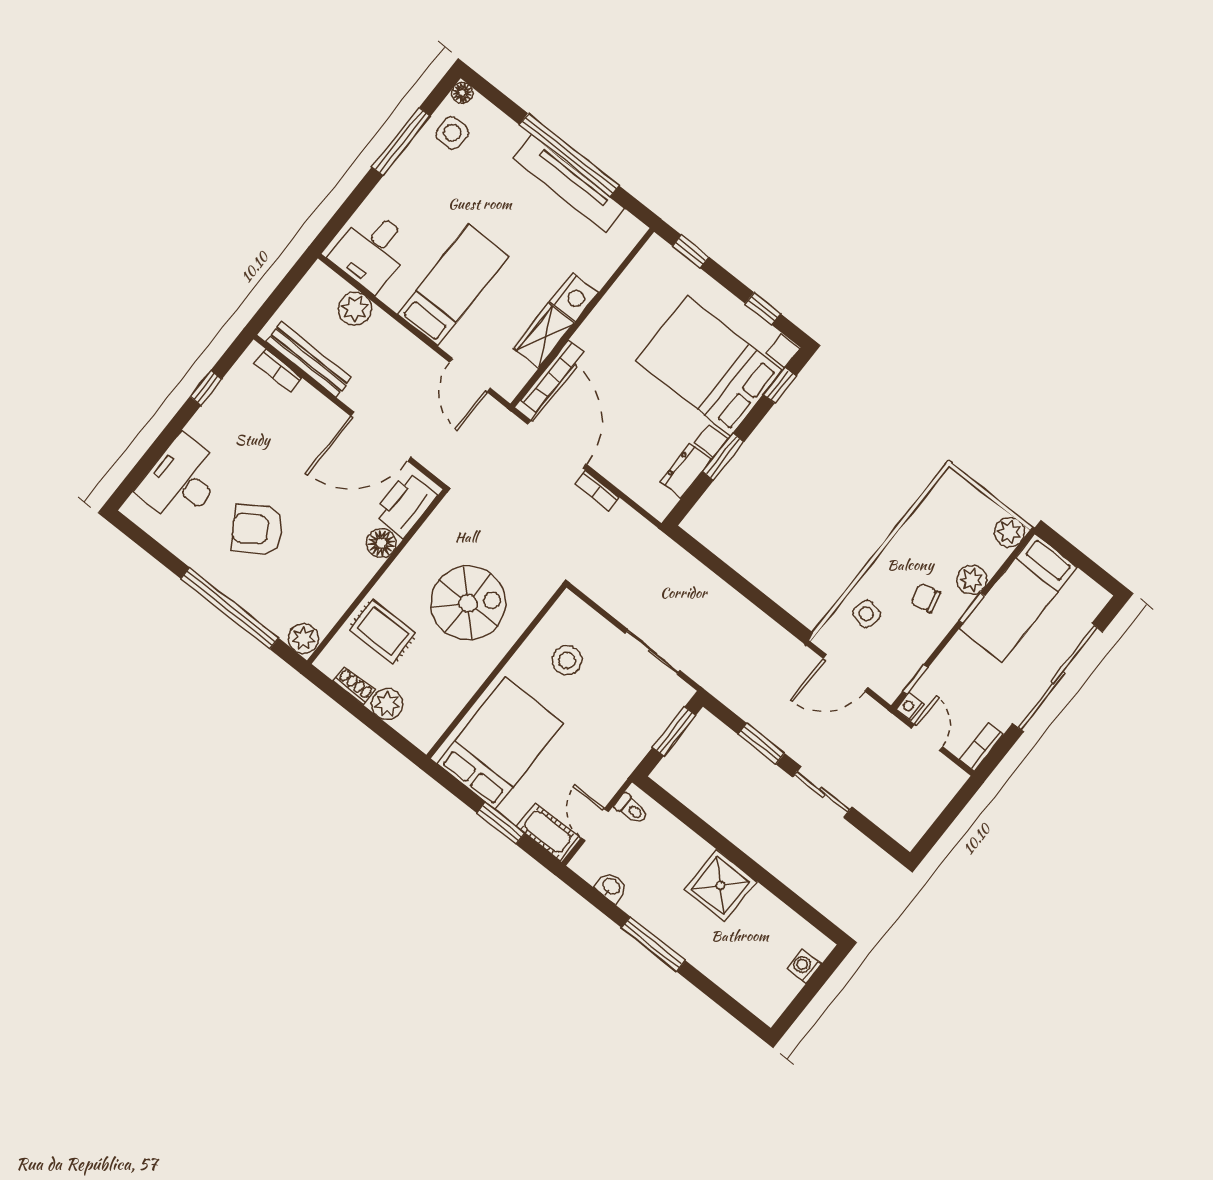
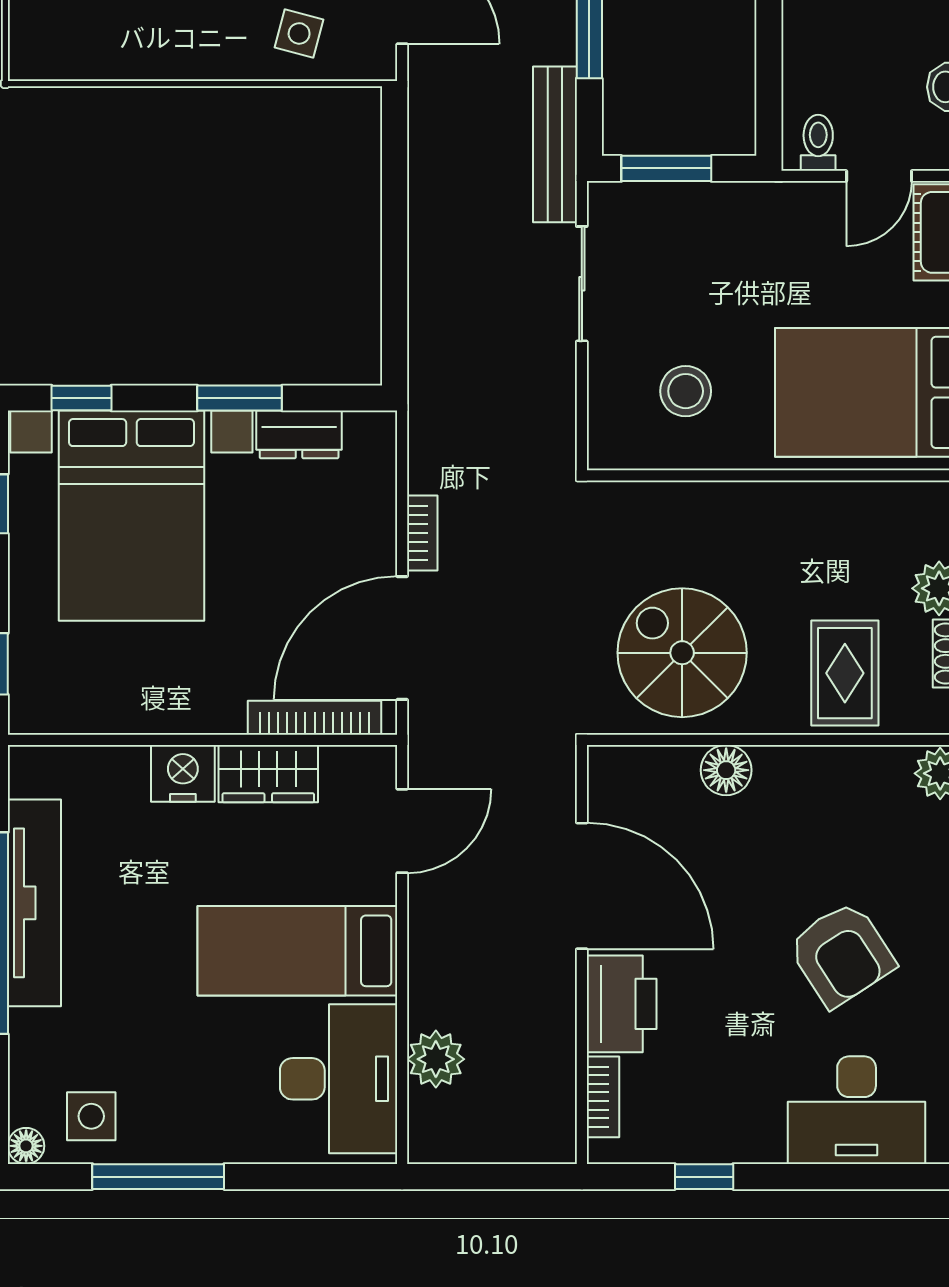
desk: (372, 251) -> (339, 1079), width x1.37
bench: (309, 360) -> (555, 144), moved
printer: (405, 505) -> (622, 1004), moved, turned -90
spiral stairs: (468, 603) -> (682, 653), moved

